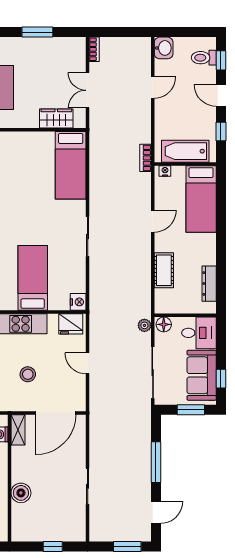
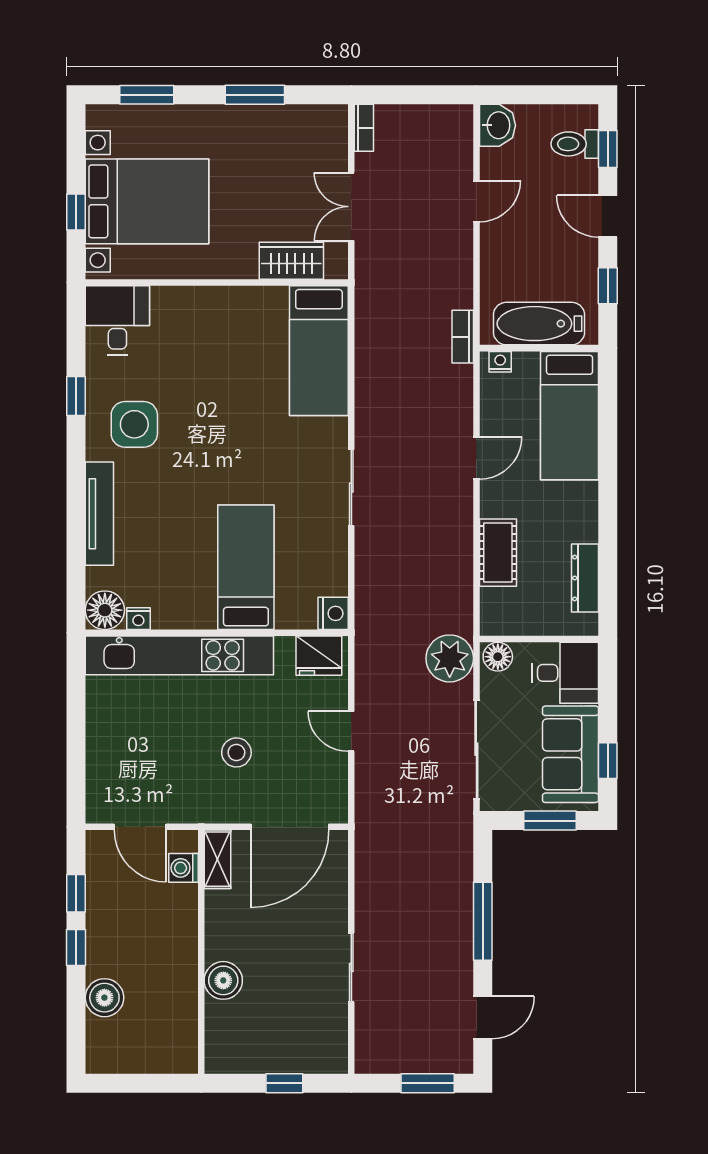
plant: (144, 325) -> (450, 658), width x1.87, depth x1.87

